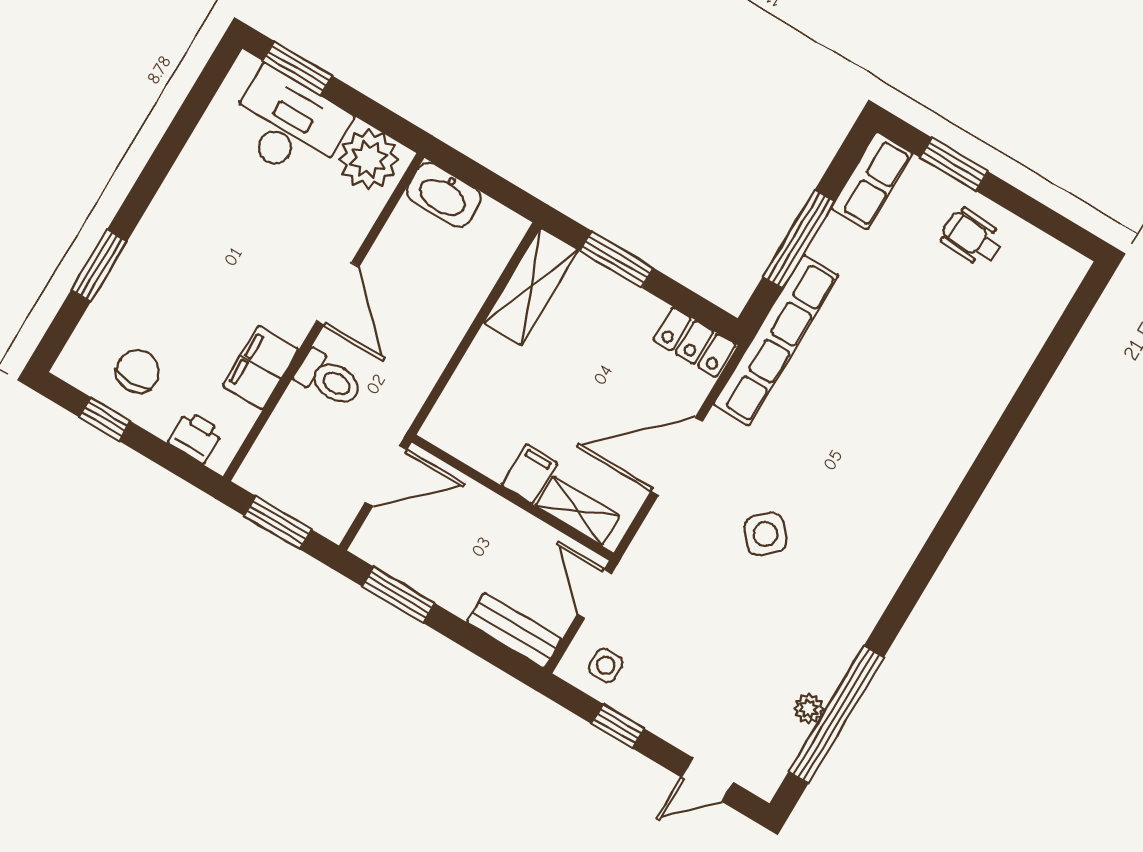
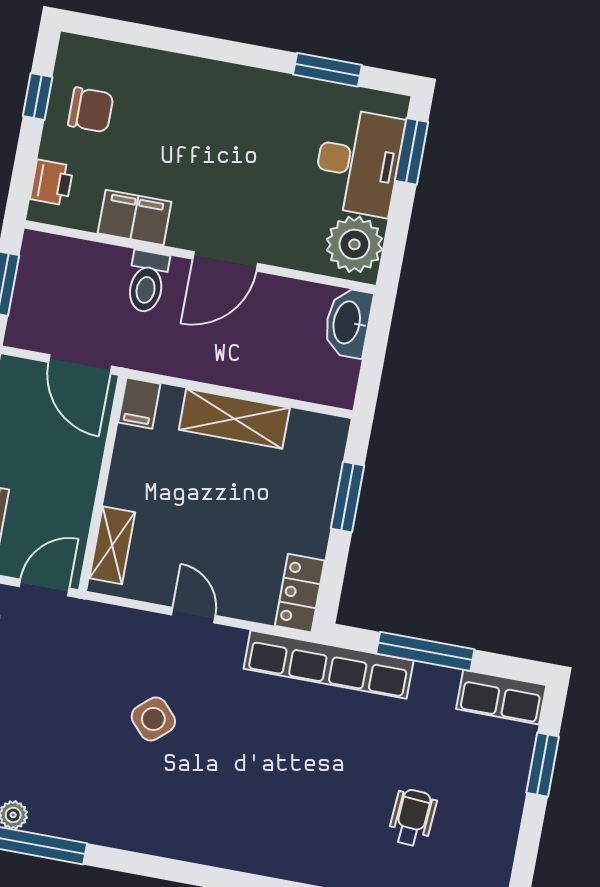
wheelchair: (972, 238) -> (412, 818), moved
window: (99, 266) -> (327, 70), moved
shelving: (531, 286) -> (234, 419), moved
door: (677, 456) -> (193, 615), width x0.53
filing cabinet: (529, 474) -> (139, 403), moved, turned 90

